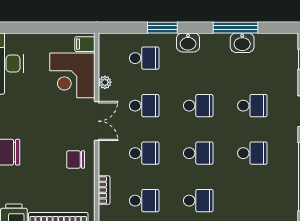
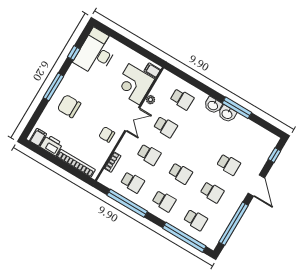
window: (162, 28) -> (203, 88), removed
window: (236, 28) -> (237, 108), moved
washbasin: (242, 43) -> (227, 114), moved
school desk: (198, 106) -> (195, 220), moved

